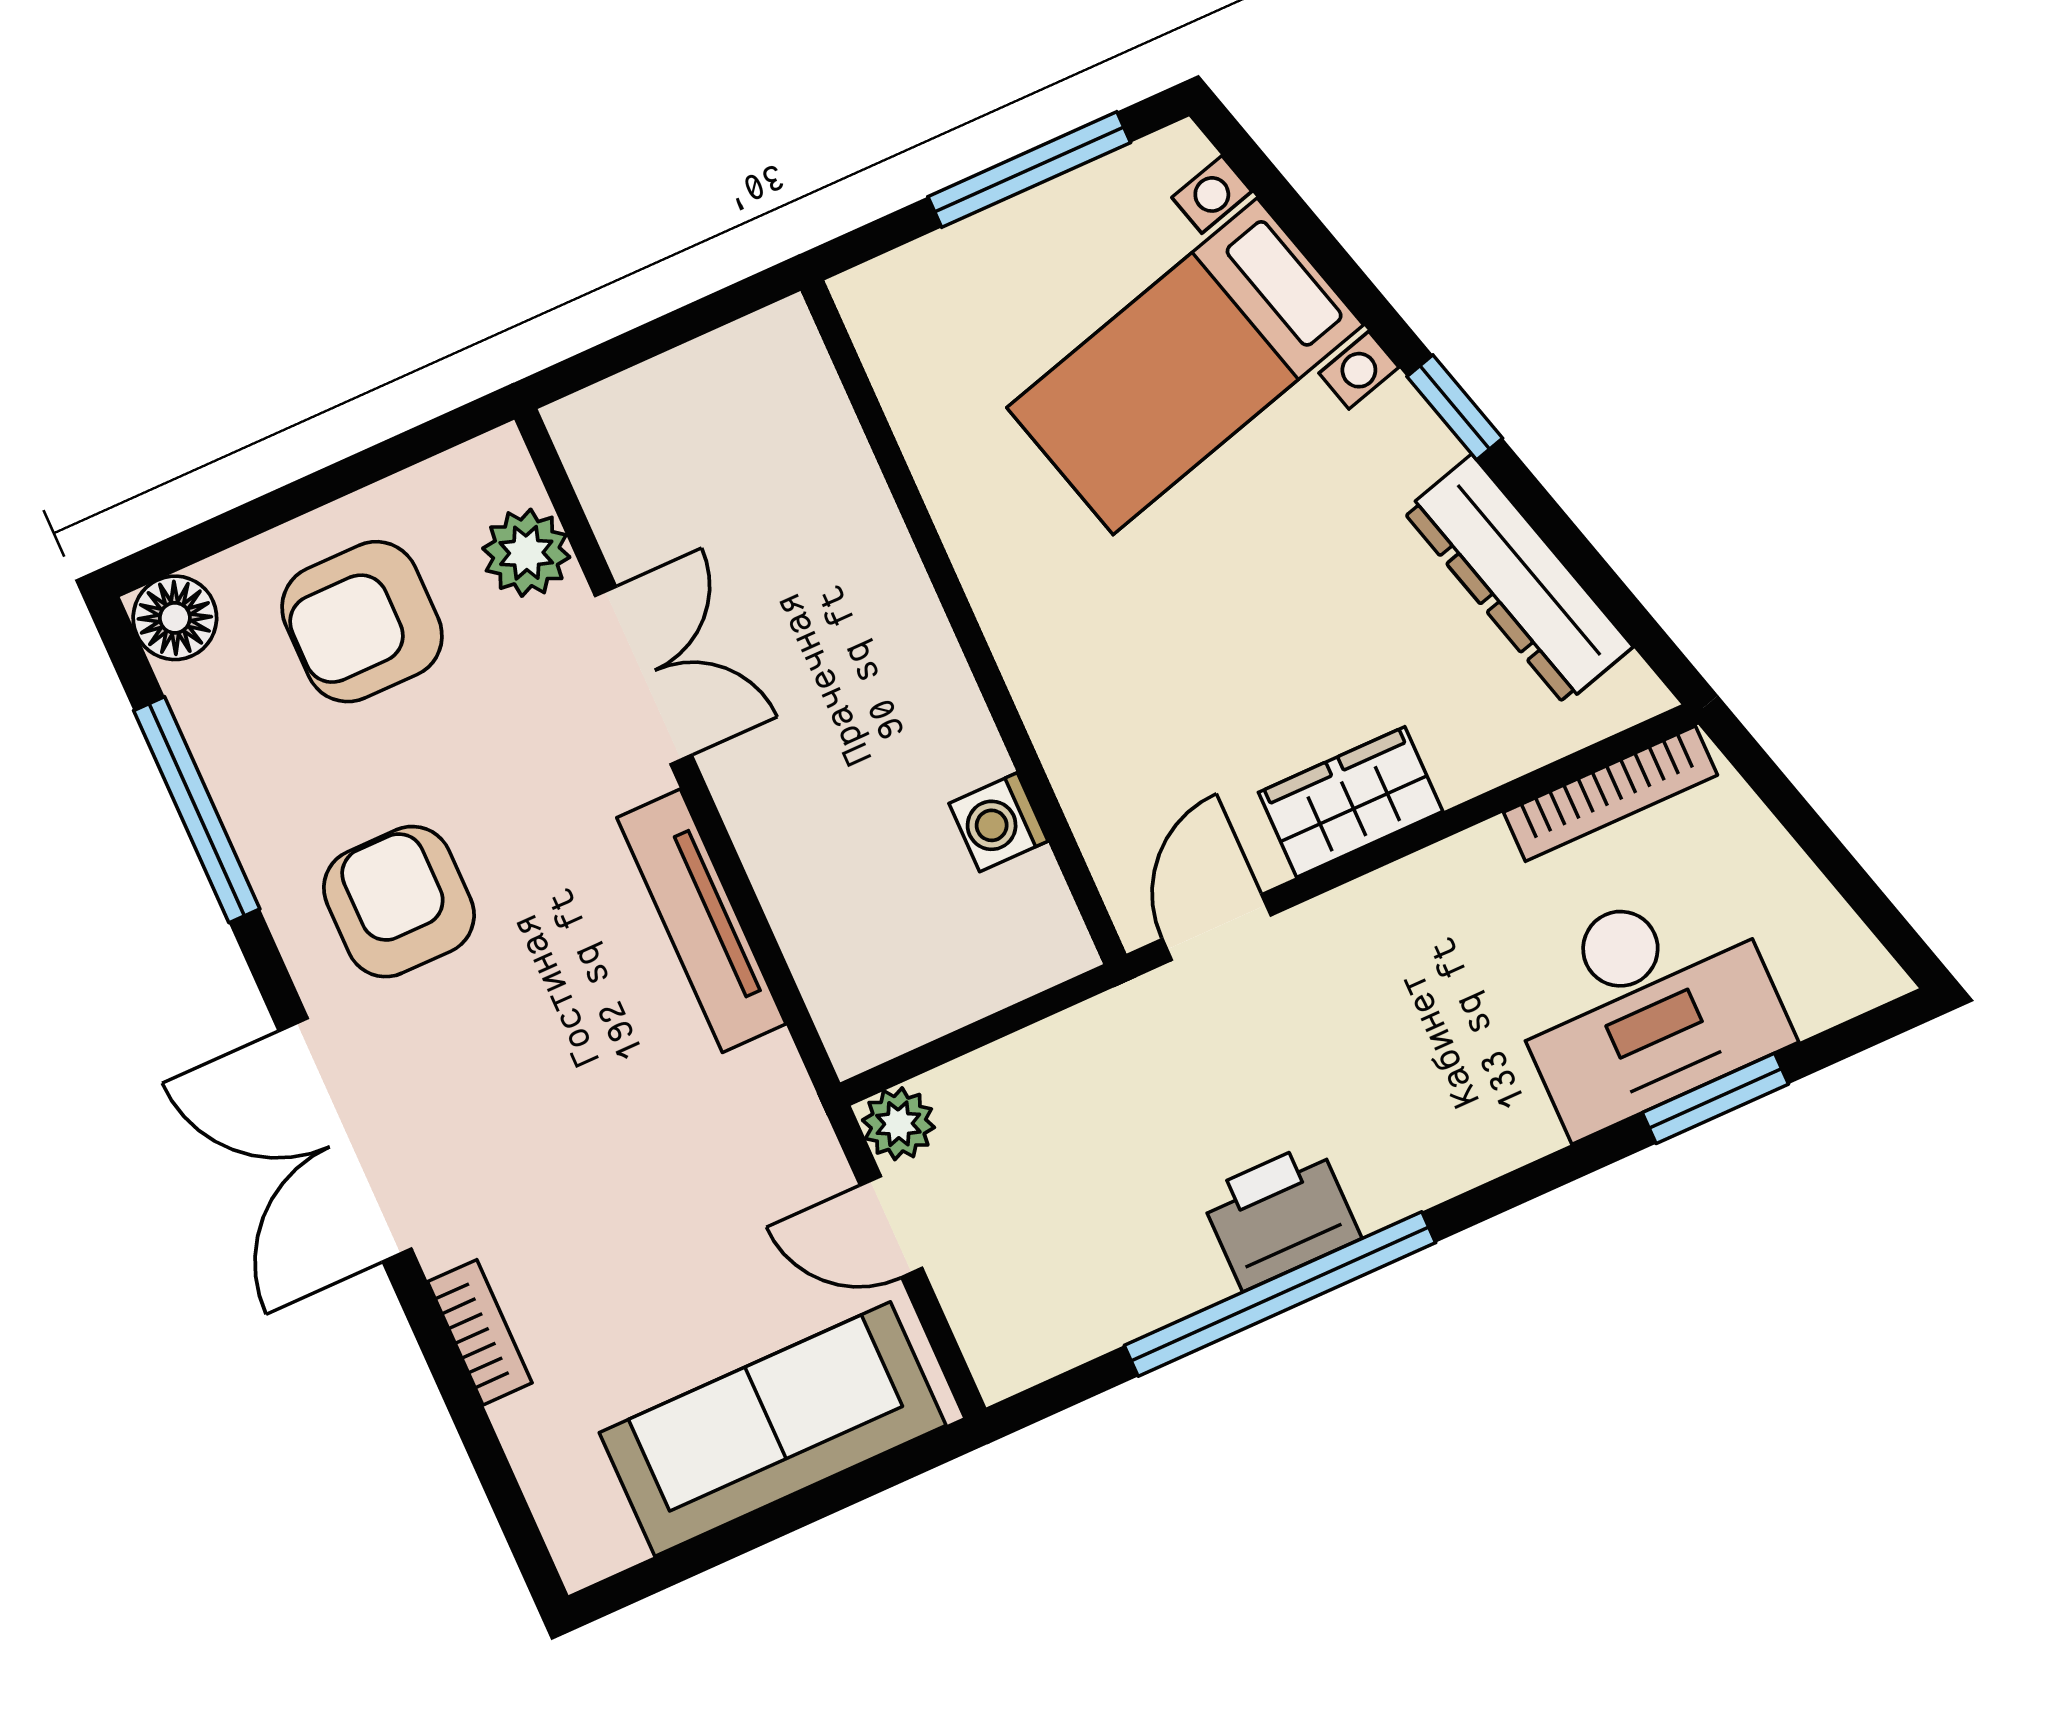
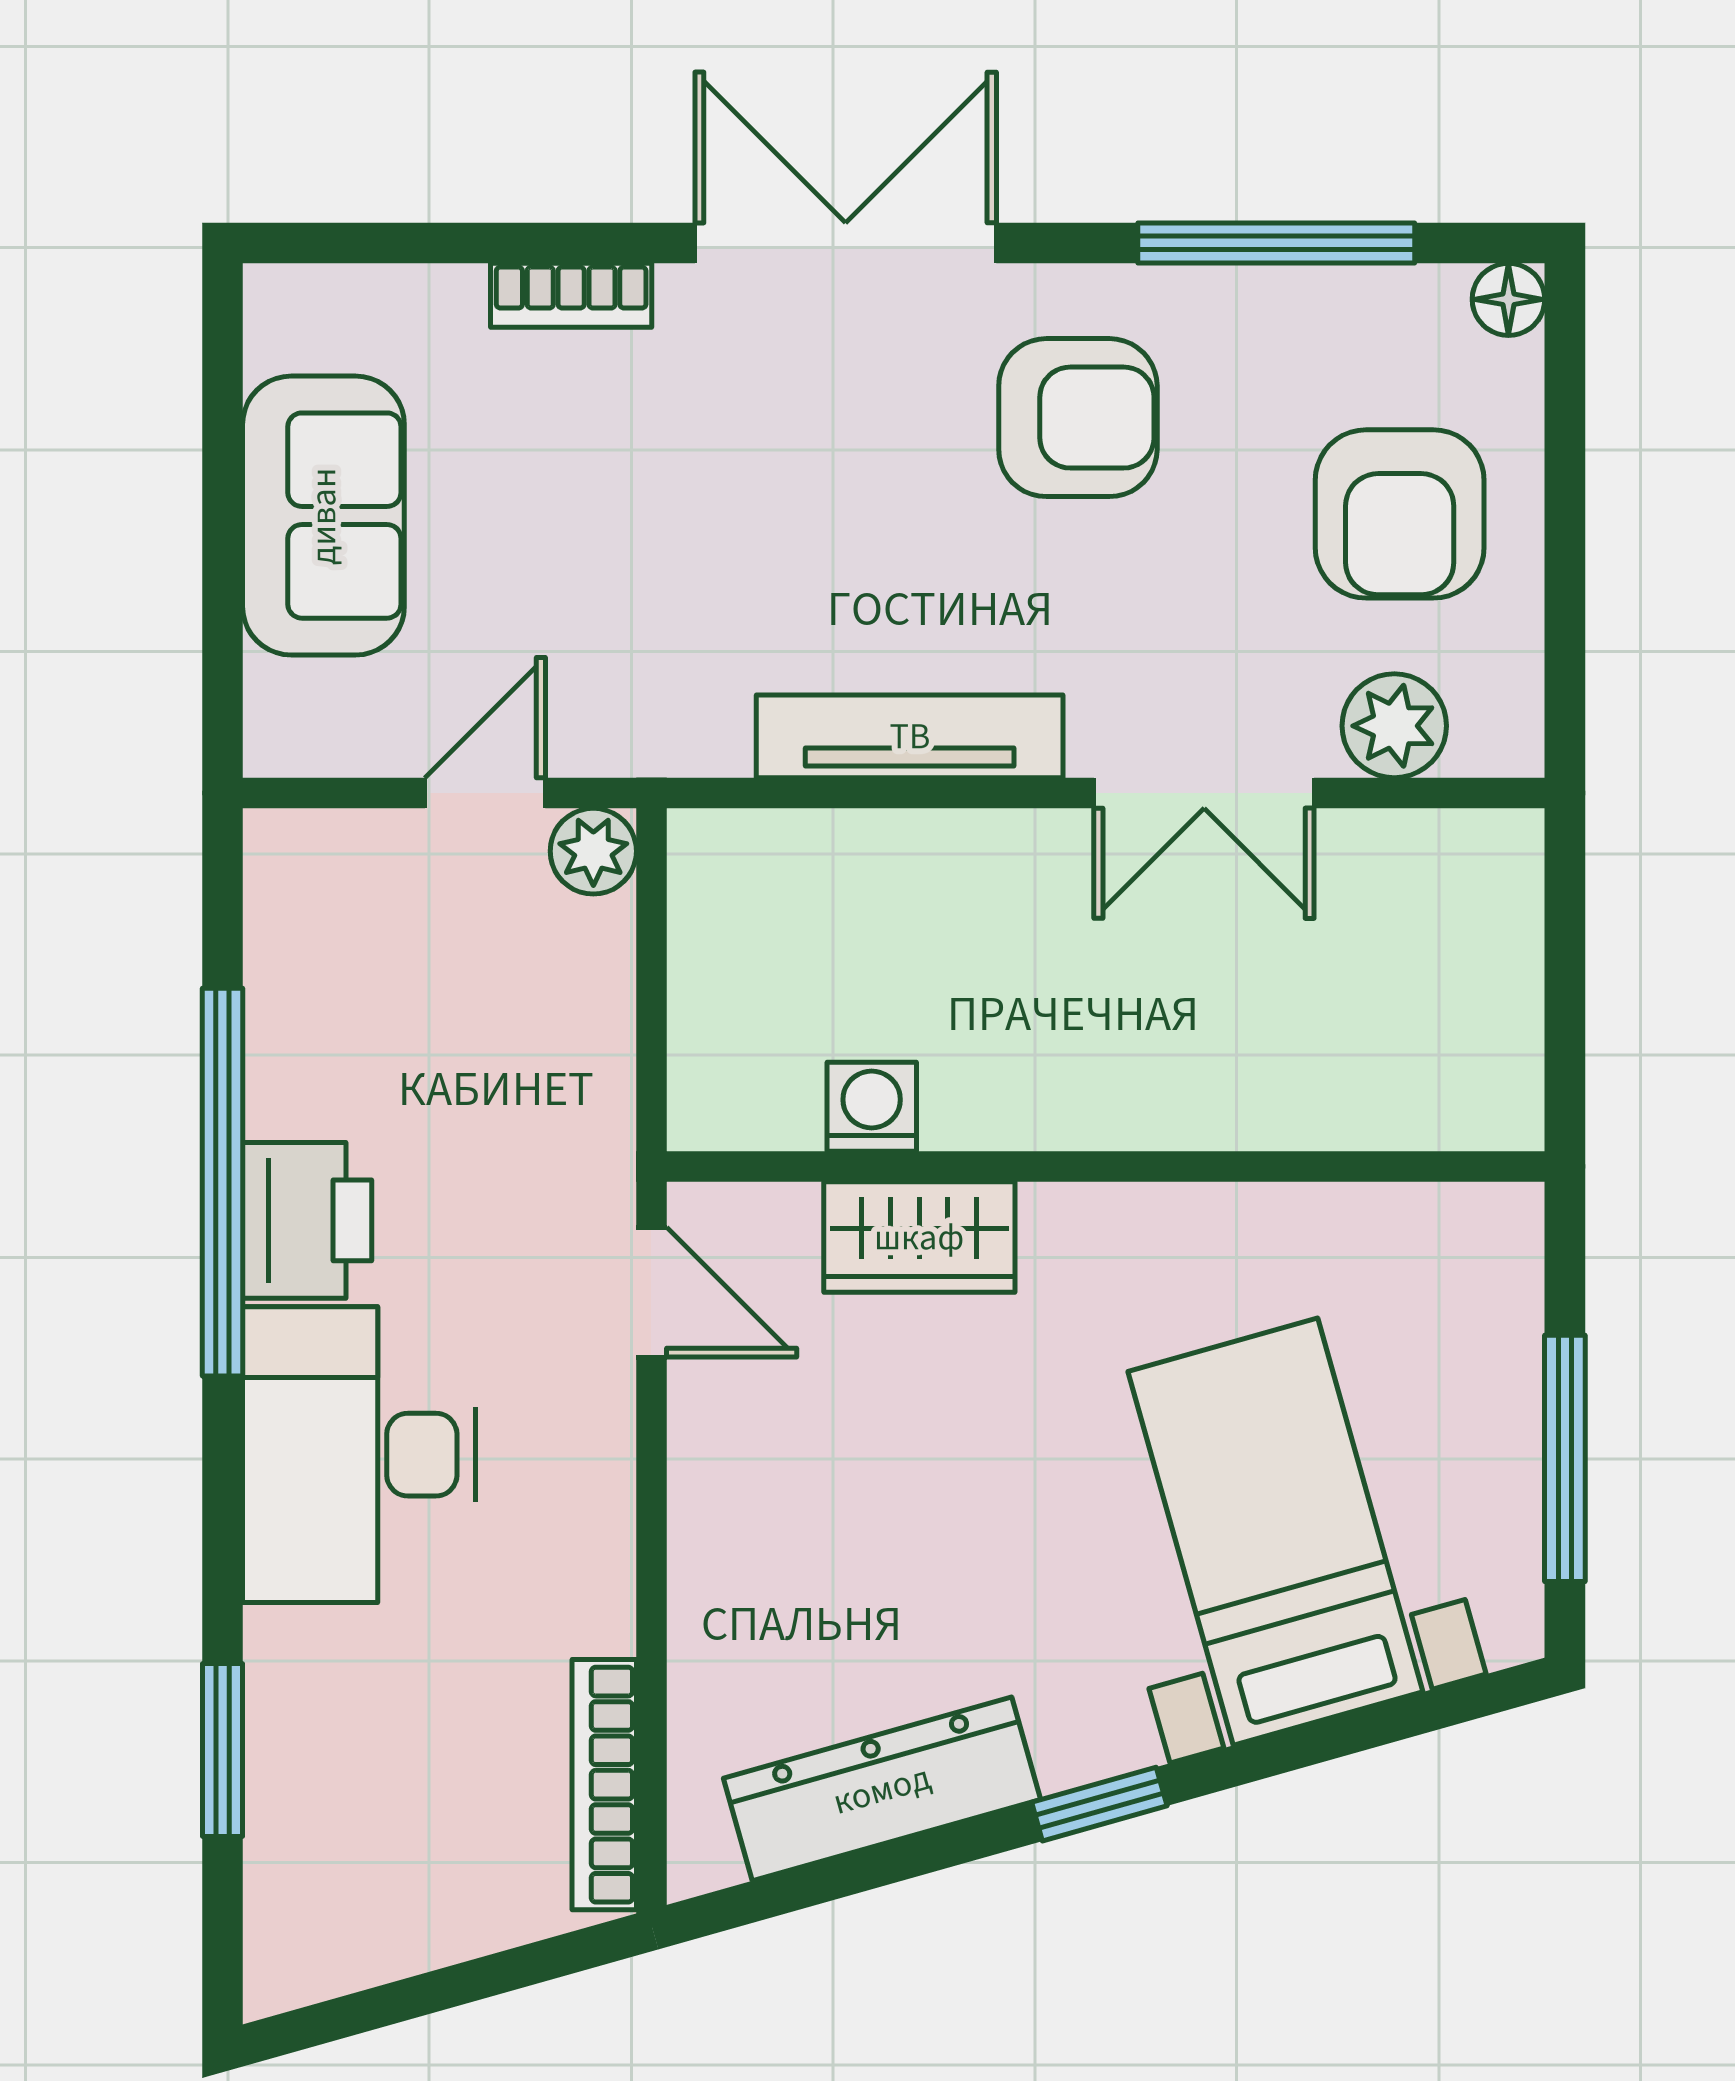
floor lamp: (175, 618) -> (1508, 299), width x0.73, depth x0.73
armchair: (362, 622) -> (1400, 514), turned 180
wardrobe: (1351, 802) -> (919, 1237), moved, turned 90
desk: (1645, 1004) -> (359, 1455), moved
sofa: (773, 1429) -> (323, 516), width x0.73

